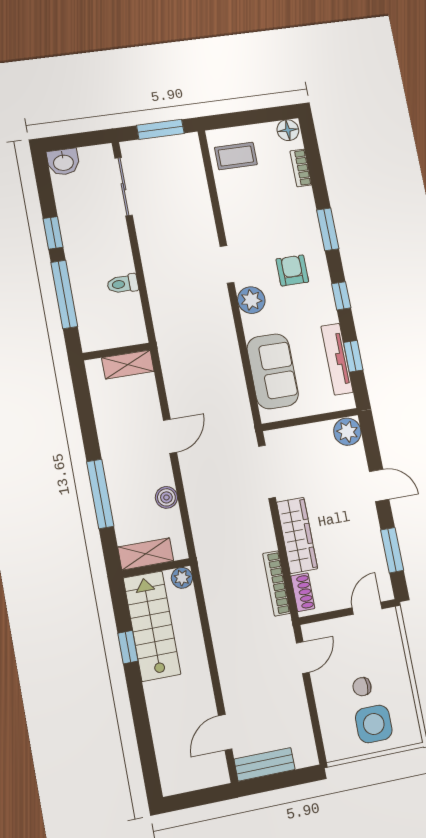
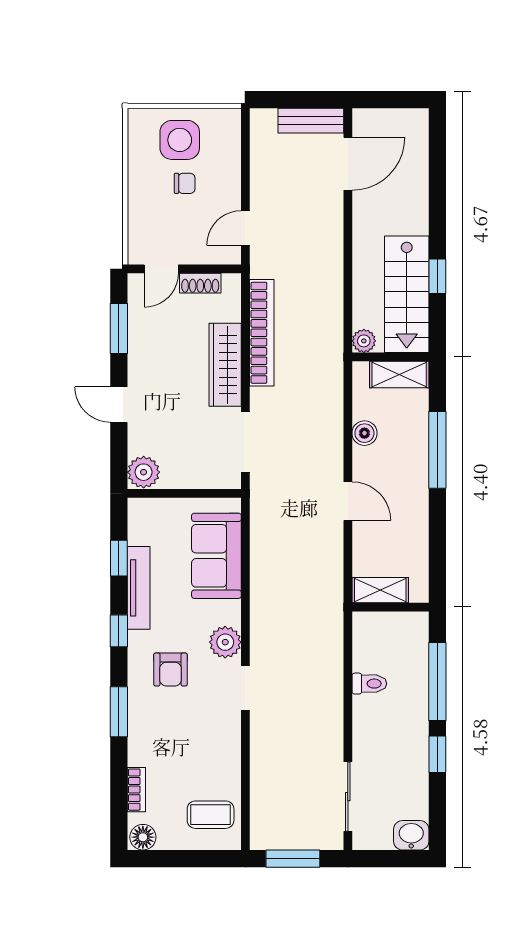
tv unit: (337, 359) -> (139, 588), moved
door: (170, 436) -> (348, 501), swing flipped
bookcase: (277, 583) -> (262, 333), width x1.48, depth x1.31
shoe rack: (303, 592) -> (200, 283), moved, turned -90
door: (225, 732) -> (348, 164), width x1.38

